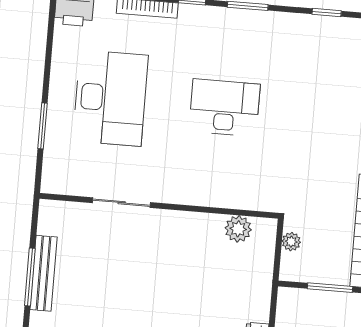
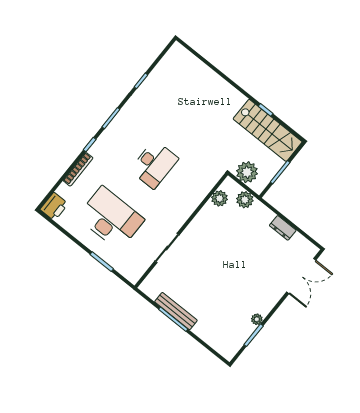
desk: (225, 108) -> (154, 164), turned 180
plant: (291, 242) -> (247, 172), width x1.88, depth x1.88
plant: (260, 265) -> (245, 200), added

